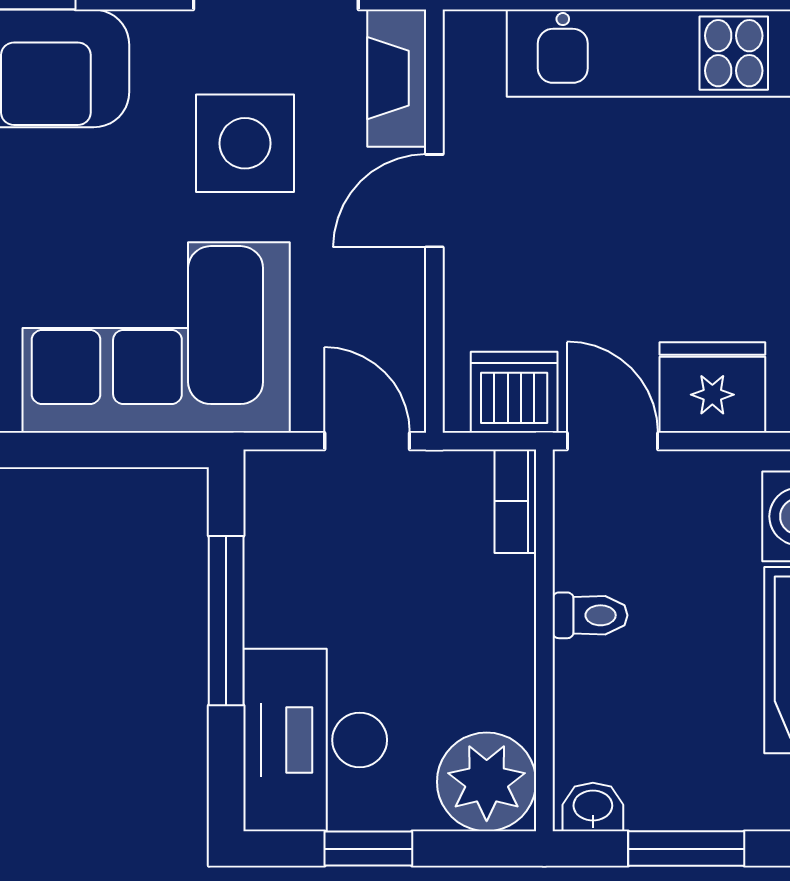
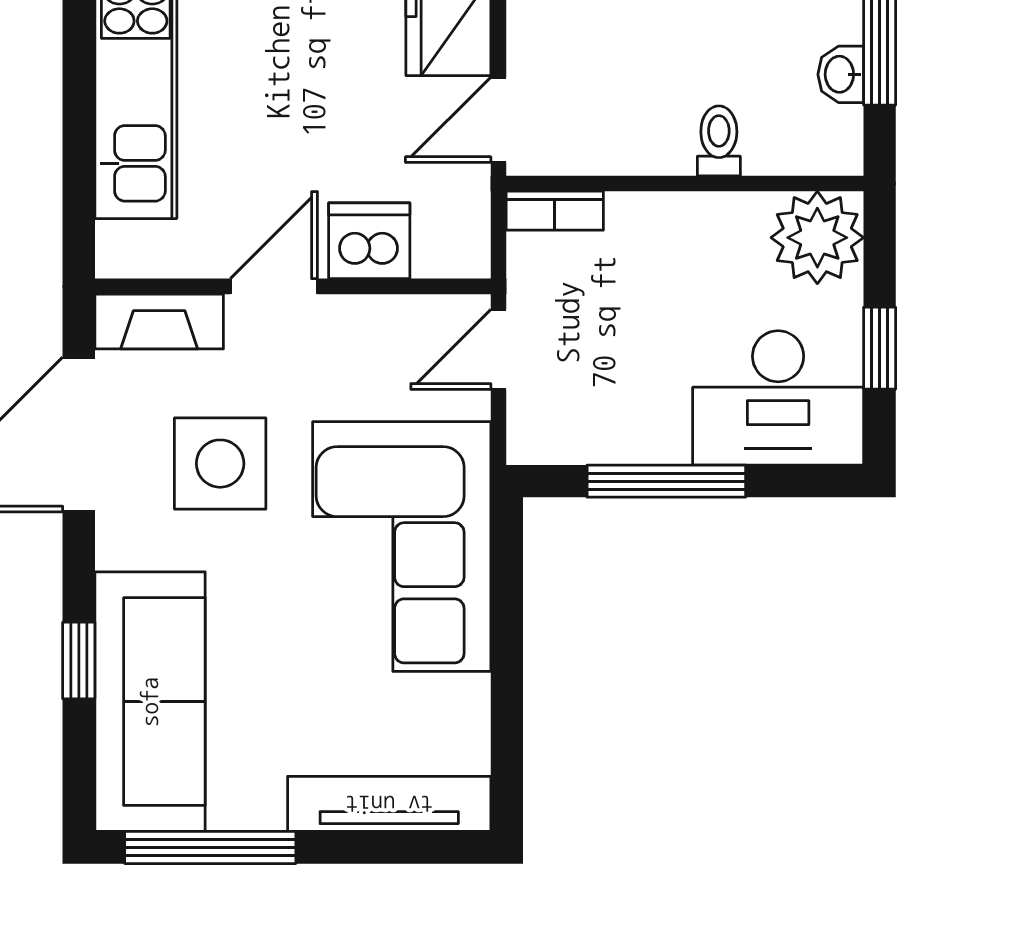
door: (434, 201) -> (274, 286), swing flipped
dishwasher: (514, 392) -> (369, 241), moved, turned 90
toilet: (590, 615) -> (719, 141), moved
washbasin: (593, 807) -> (841, 74), moved

